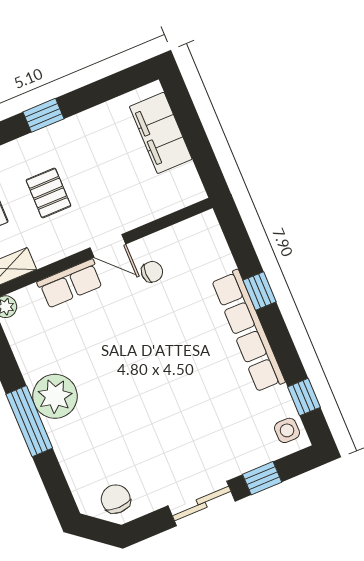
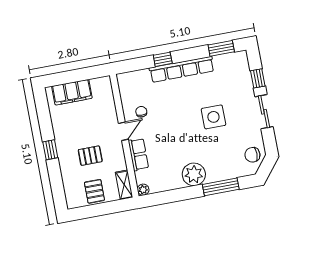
window: (304, 397) -> (221, 48), width x1.50
window: (29, 421) -> (221, 187), moved
side table: (287, 430) -> (213, 117), moved, width x1.87, depth x1.87

